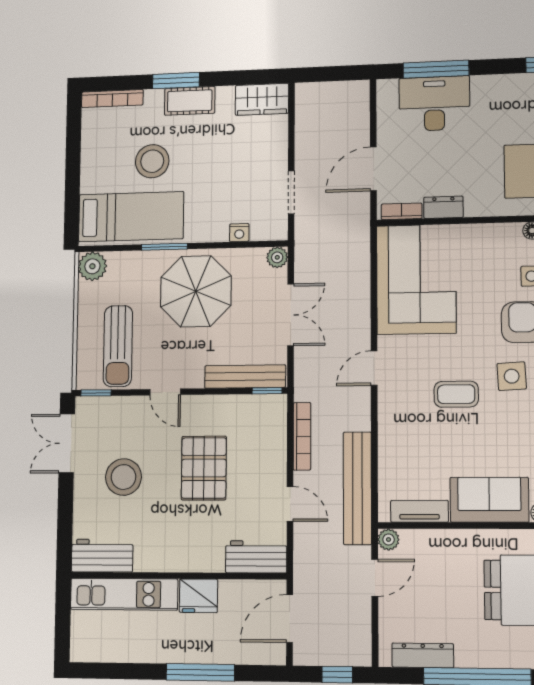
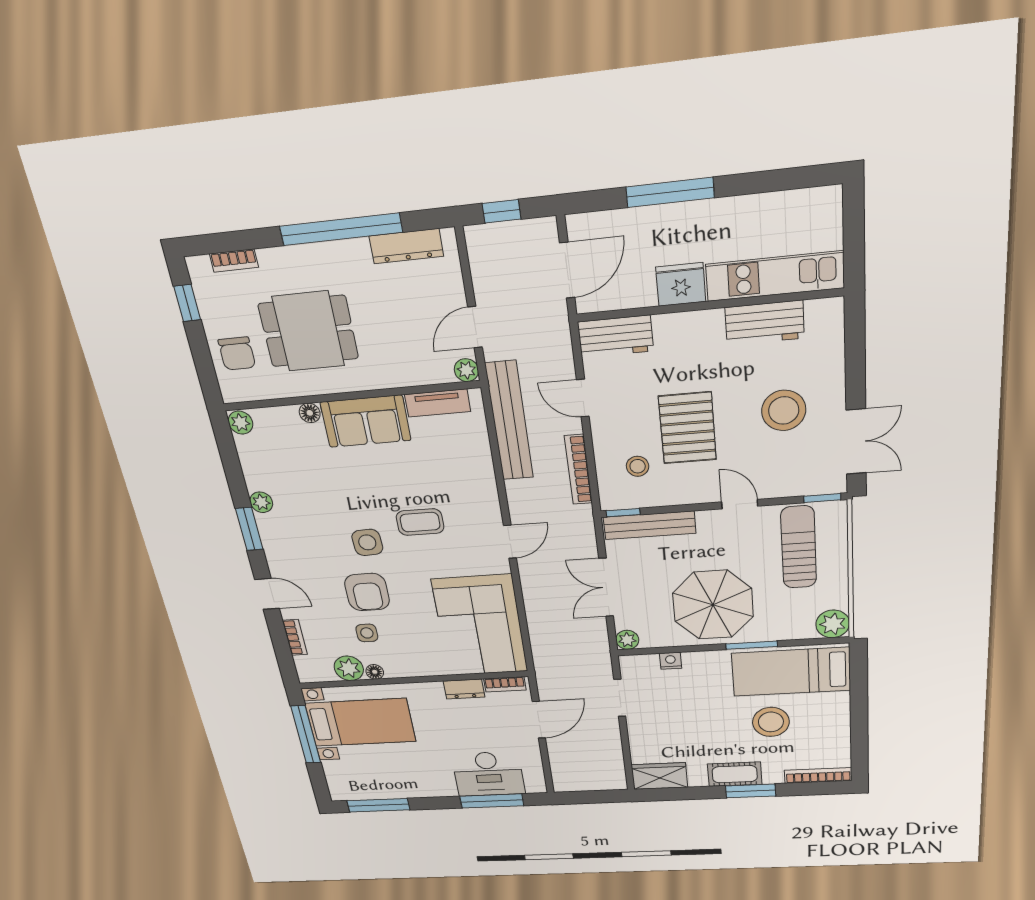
stool: (250, 435) -> (638, 466), added
workbench: (102, 556) -> (765, 323), moved

